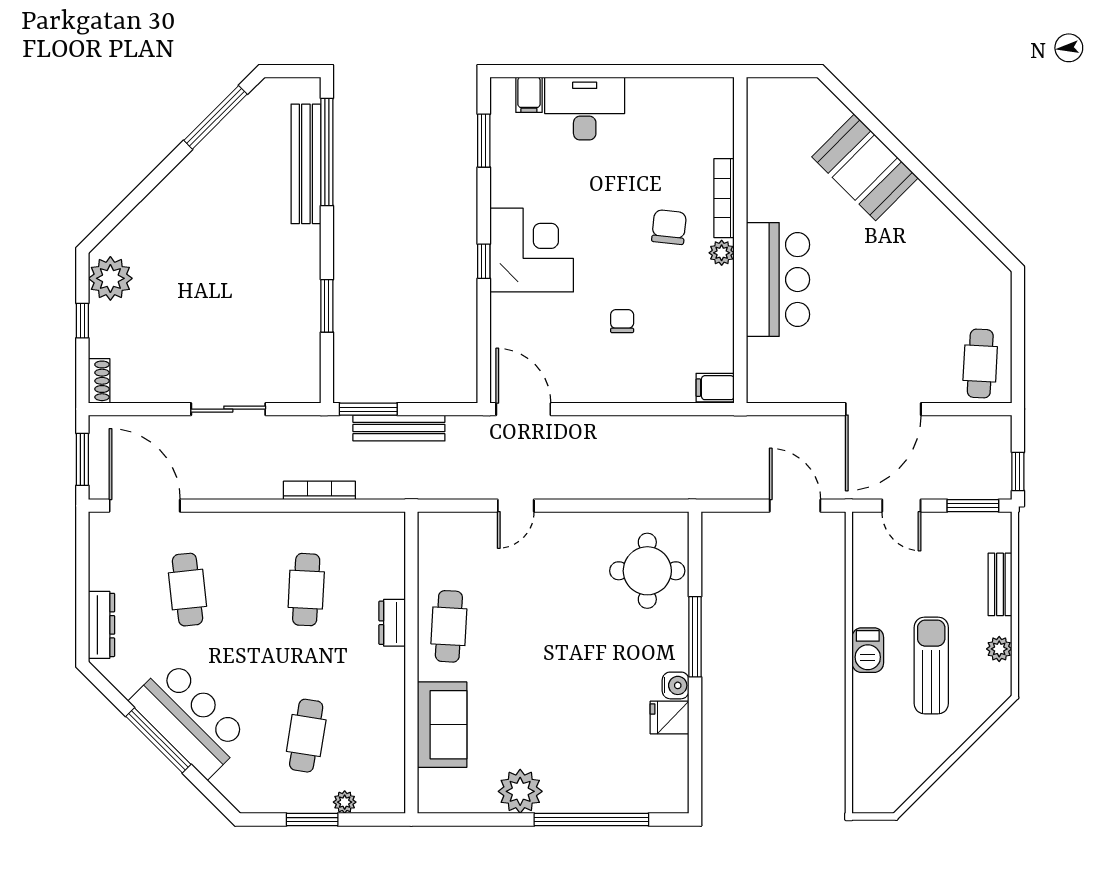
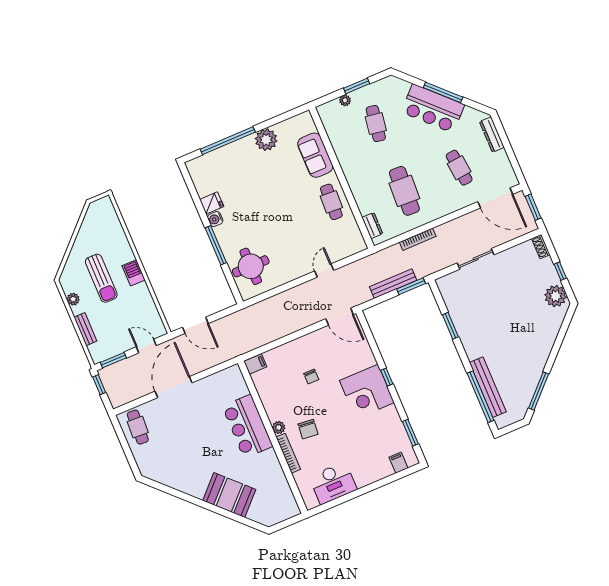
desk: (585, 109) -> (333, 483), moved
cafe table: (306, 590) -> (404, 191), width x1.37, depth x1.35
dresser: (392, 623) -> (372, 226), moved

